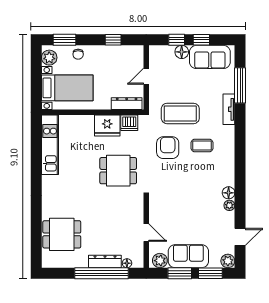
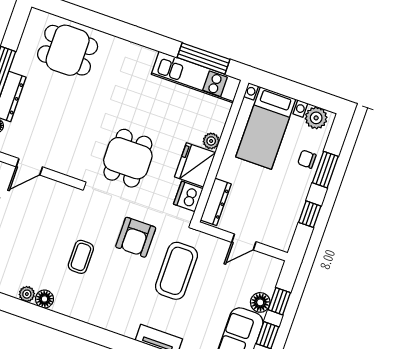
window: (64, 40) -> (325, 170), moved
door: (146, 76) -> (244, 242), swing flipped
plant: (88, 120) -> (211, 141), added
window: (36, 144) -> (204, 58), added
coffee table: (202, 146) -> (81, 257), moved
armchair: (168, 148) -> (136, 237), turned 90
dining table: (62, 234) -> (68, 50), turned 90

